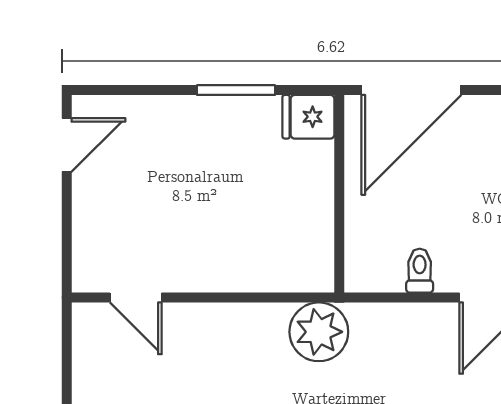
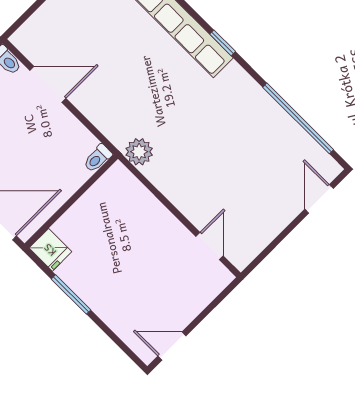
toilet: (420, 271) -> (98, 158), moved
plant: (319, 332) -> (139, 152), width x0.73, depth x0.73

